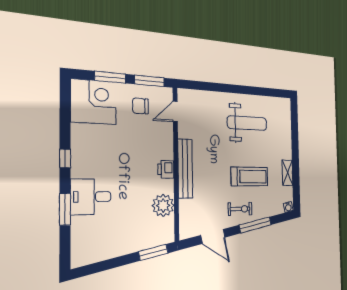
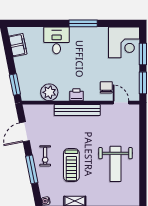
chair: (140, 106) -> (106, 87), moved
window: (65, 158) -> (83, 23), width x2.17
window: (65, 209) -> (48, 23), removed
filing cabinet: (98, 252) -> (18, 45), added

